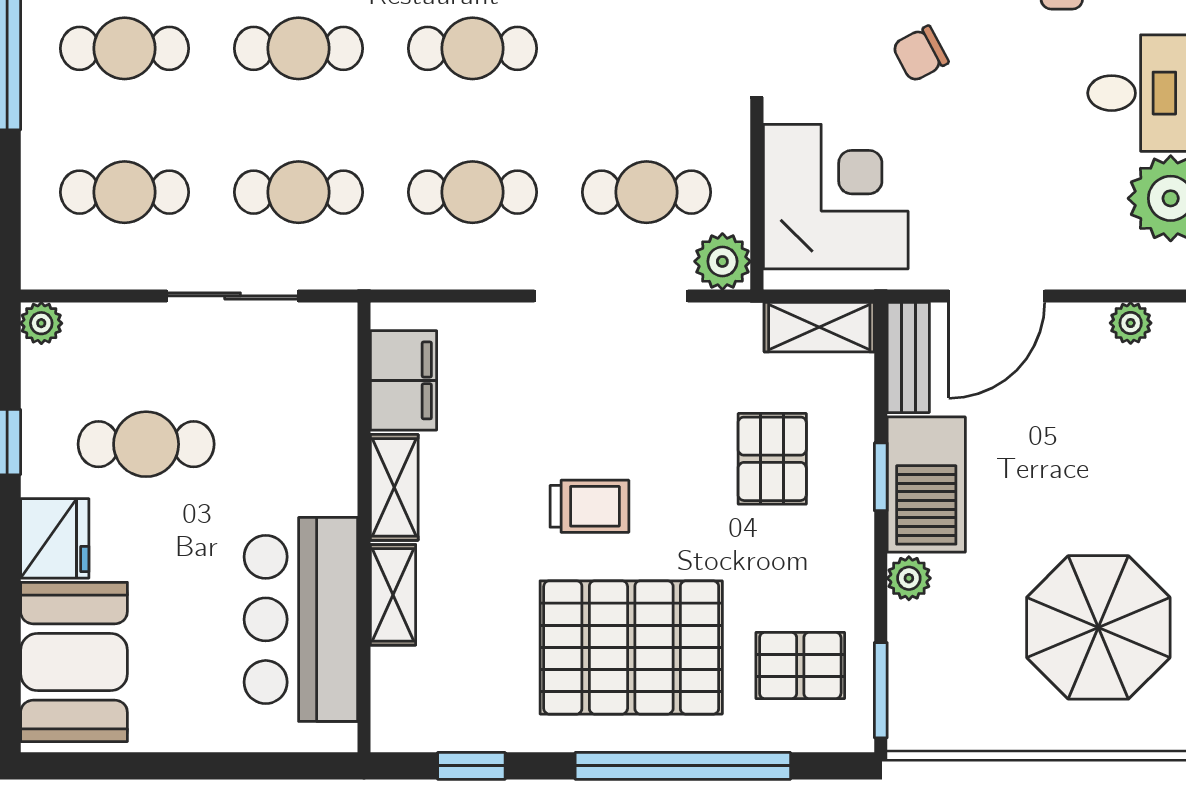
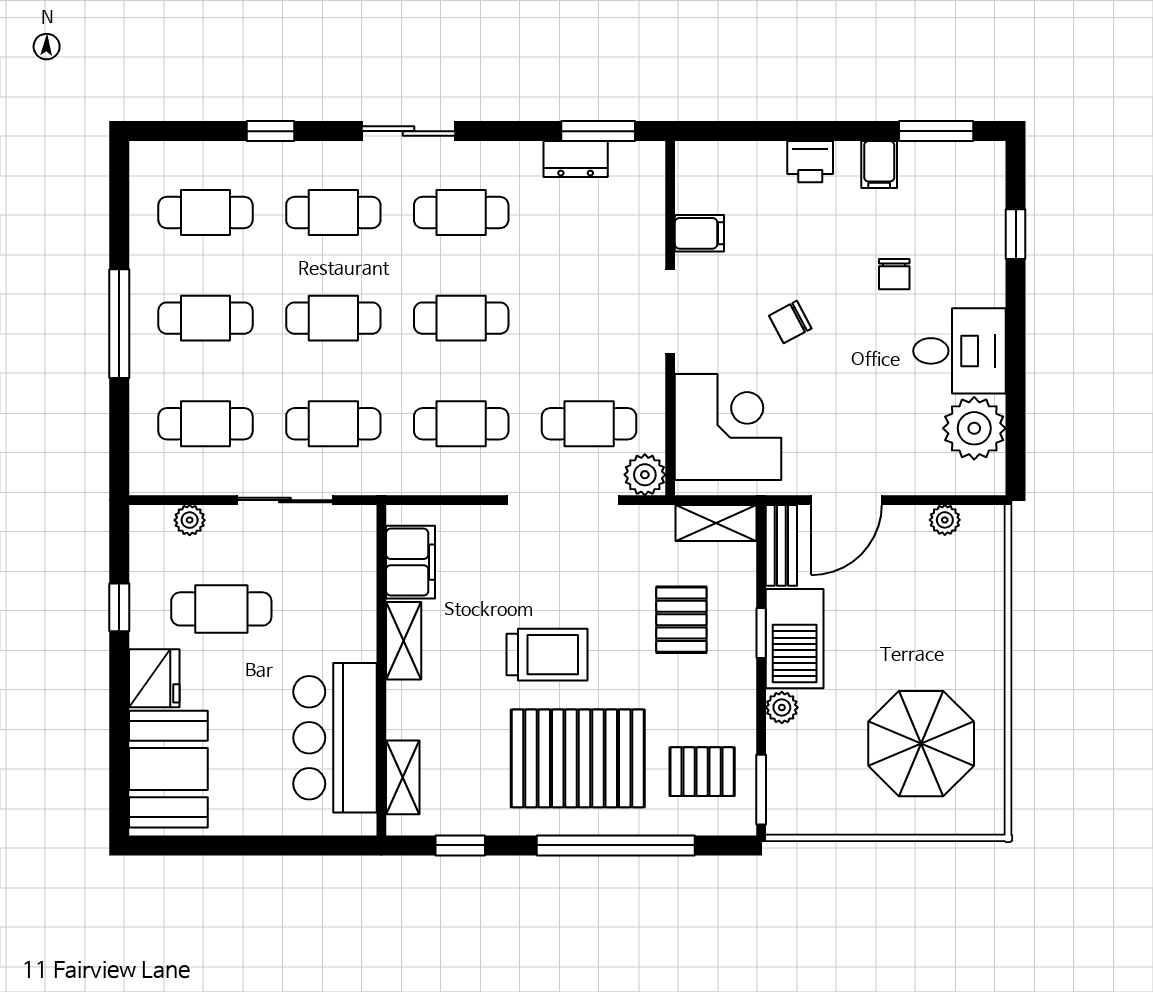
plant: (41, 323) -> (190, 520), moved
trolley: (589, 506) -> (547, 655), width x1.36, depth x1.39
shelving: (393, 595) -> (403, 777), moved

